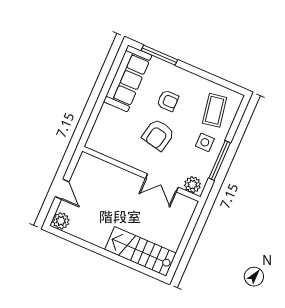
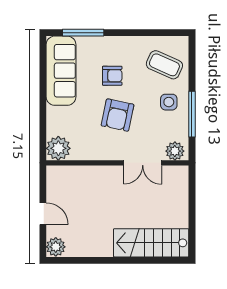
coffee table: (215, 110) -> (164, 65), turned -56
plant: (98, 141) -> (58, 148), added

